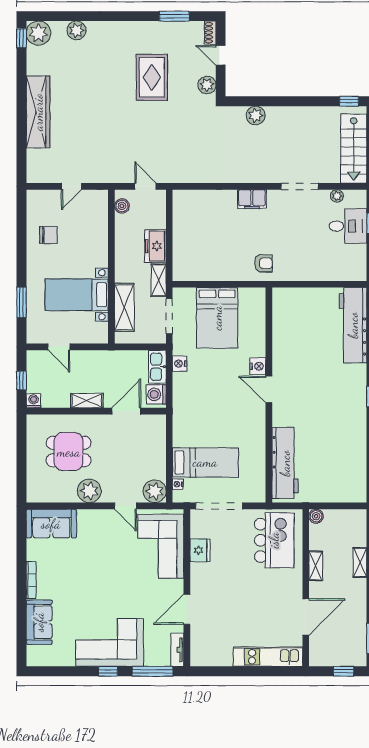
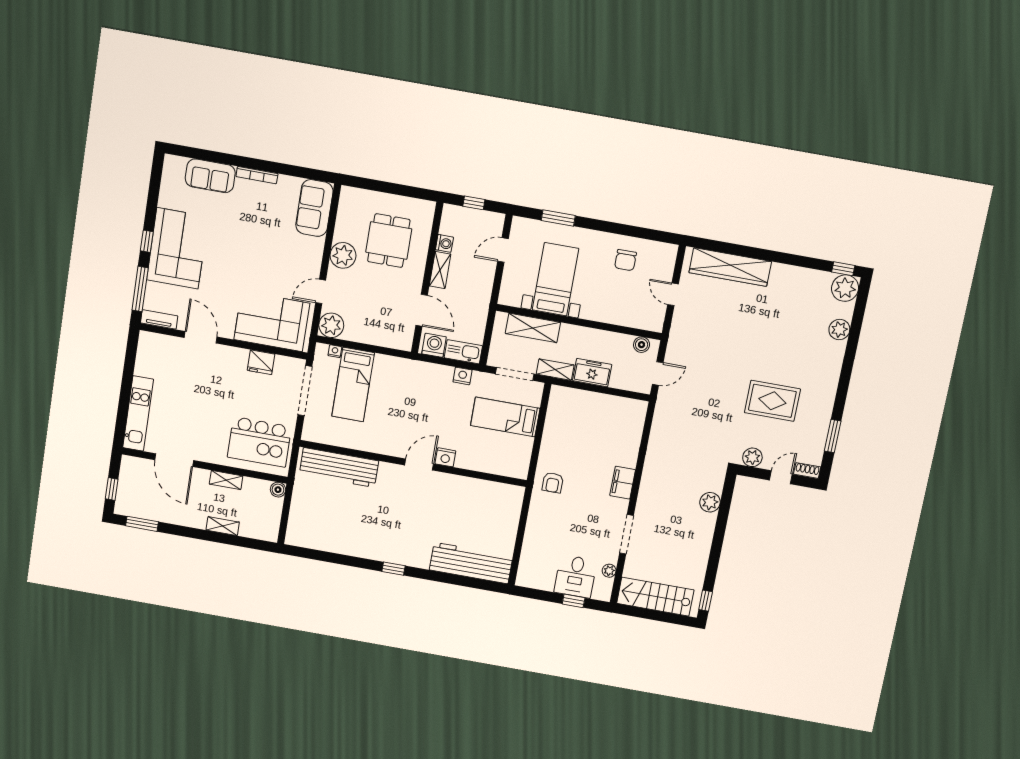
wardrobe: (38, 112) -> (730, 267), moved
bed: (217, 318) -> (505, 417), width x0.67
washing machine: (33, 401) -> (444, 243), moved

